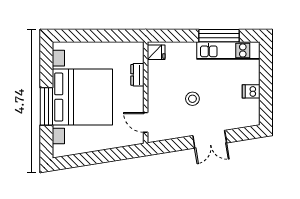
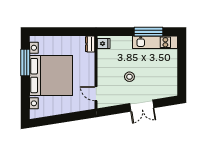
dresser: (137, 75) -> (90, 44), moved
dishwasher: (251, 91) -> (171, 71), removed
window: (46, 106) -> (25, 63), moved

